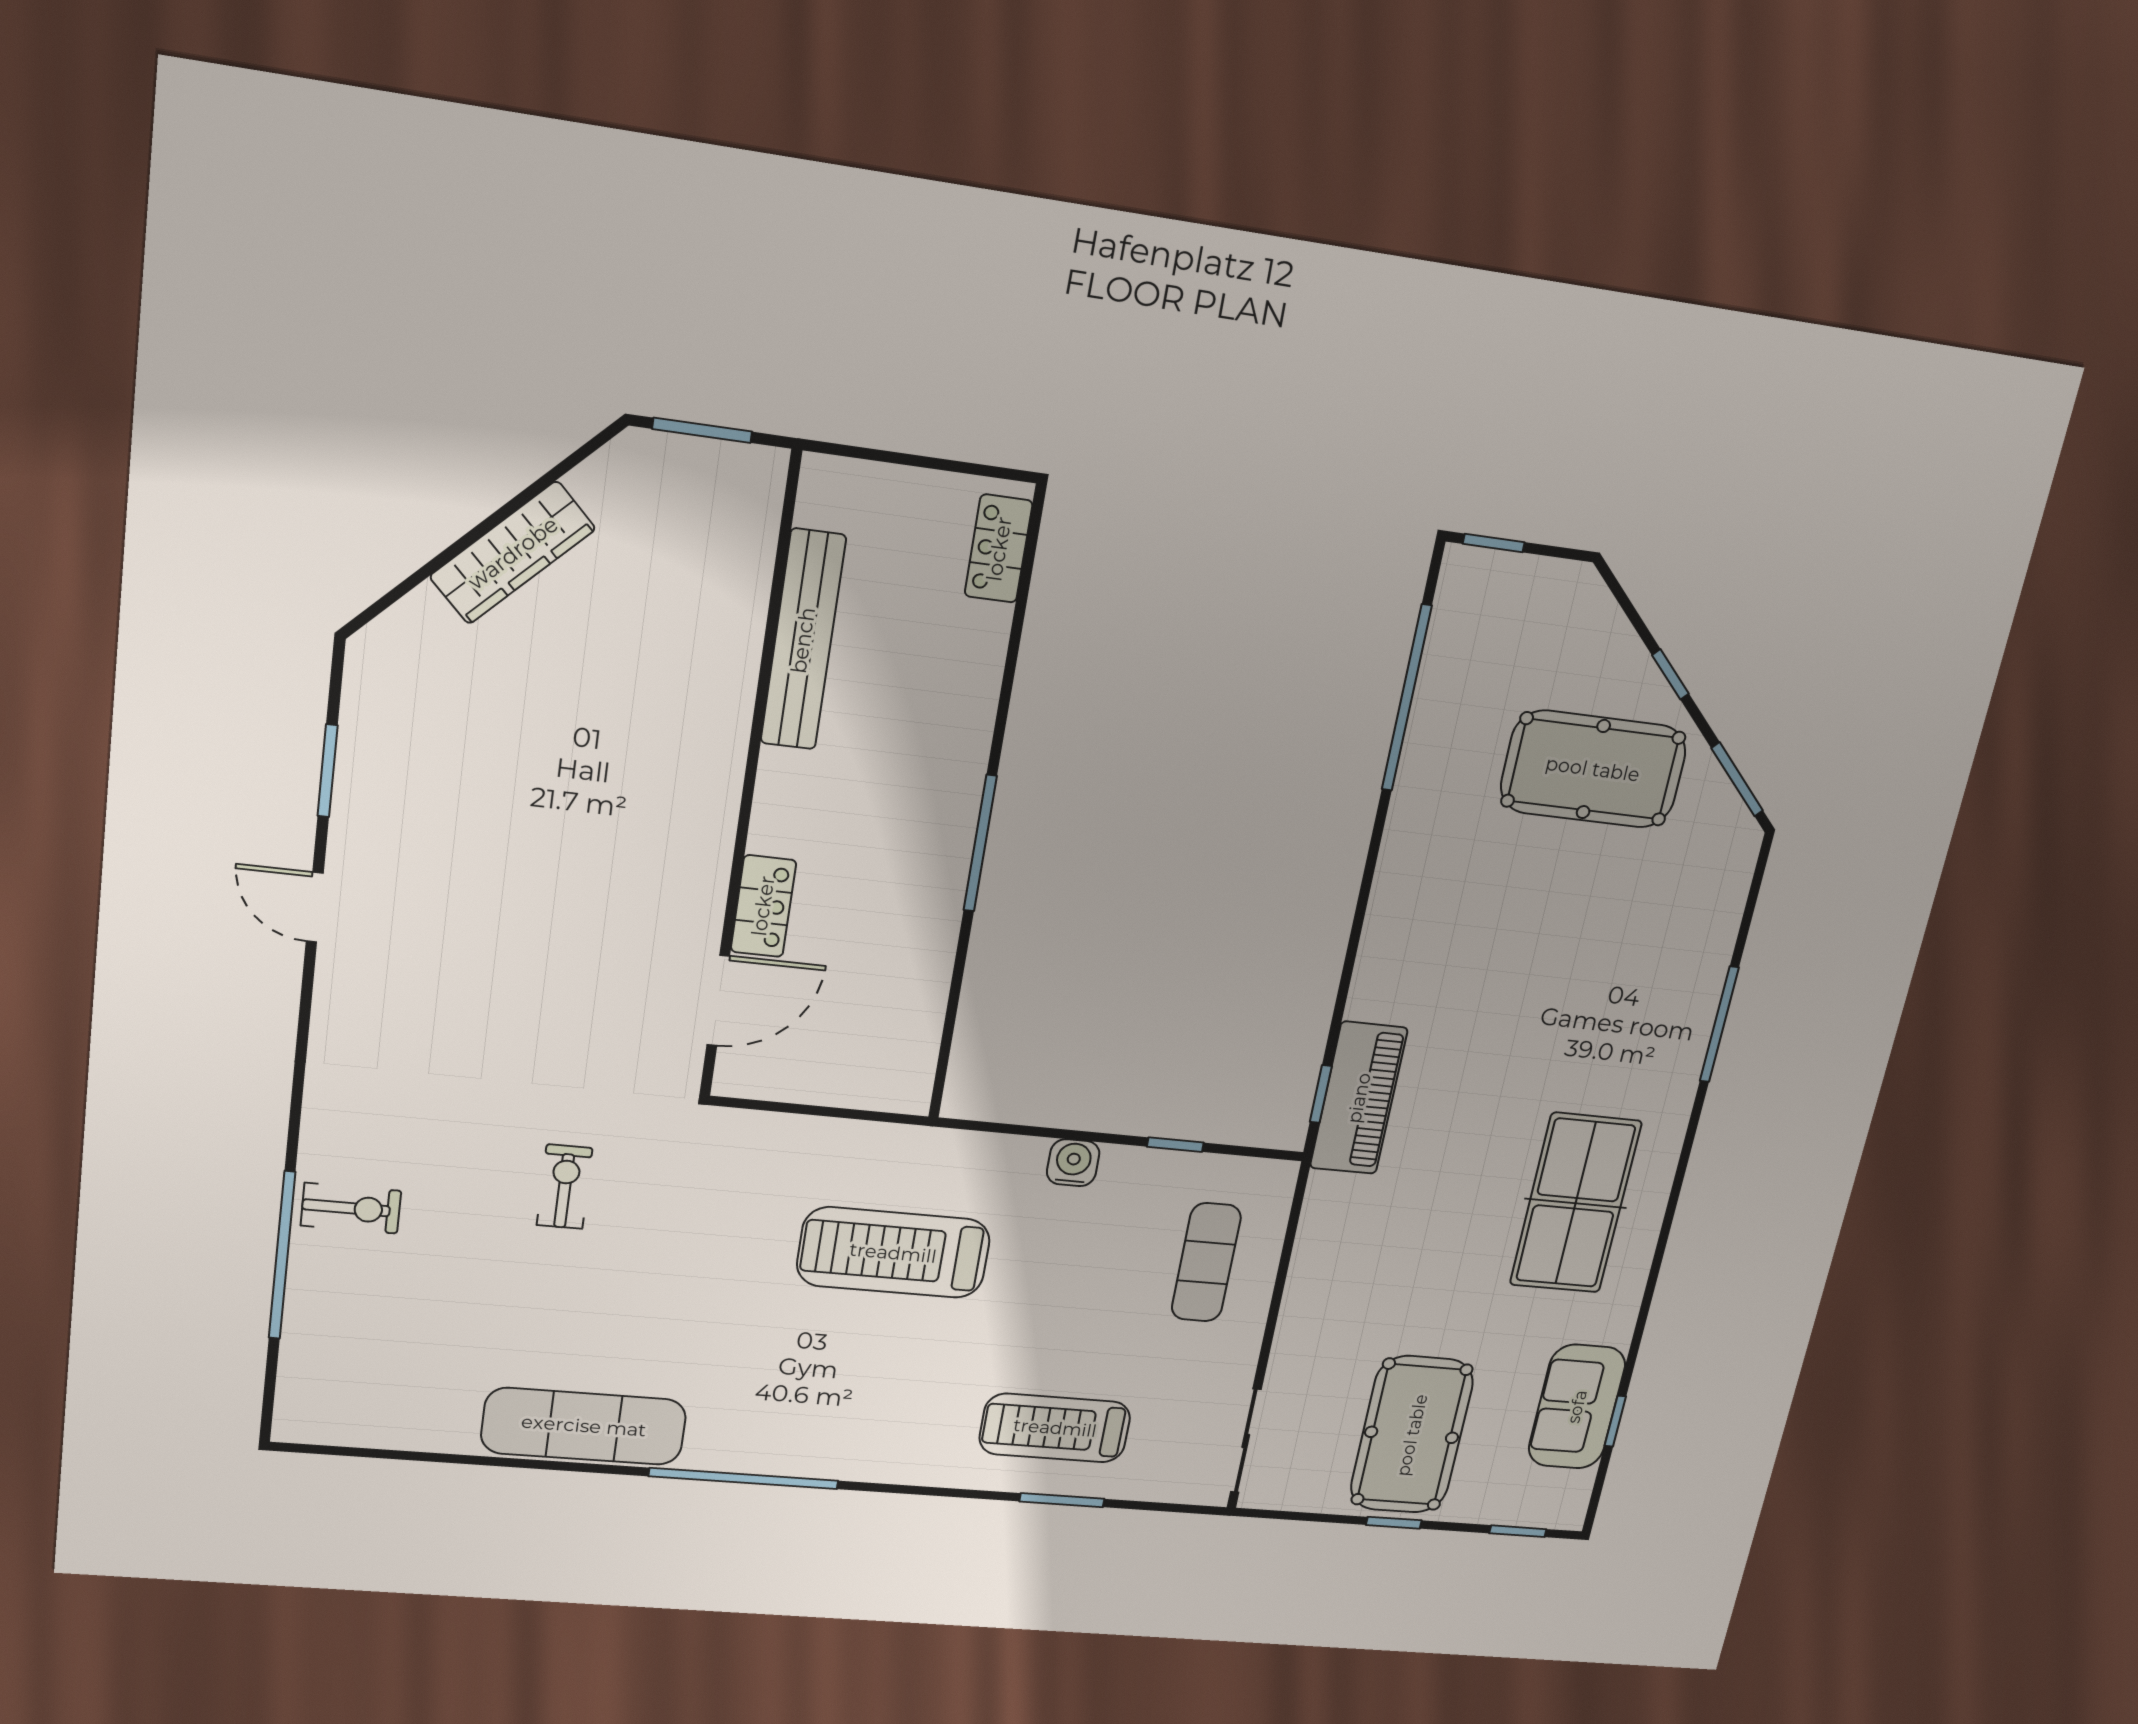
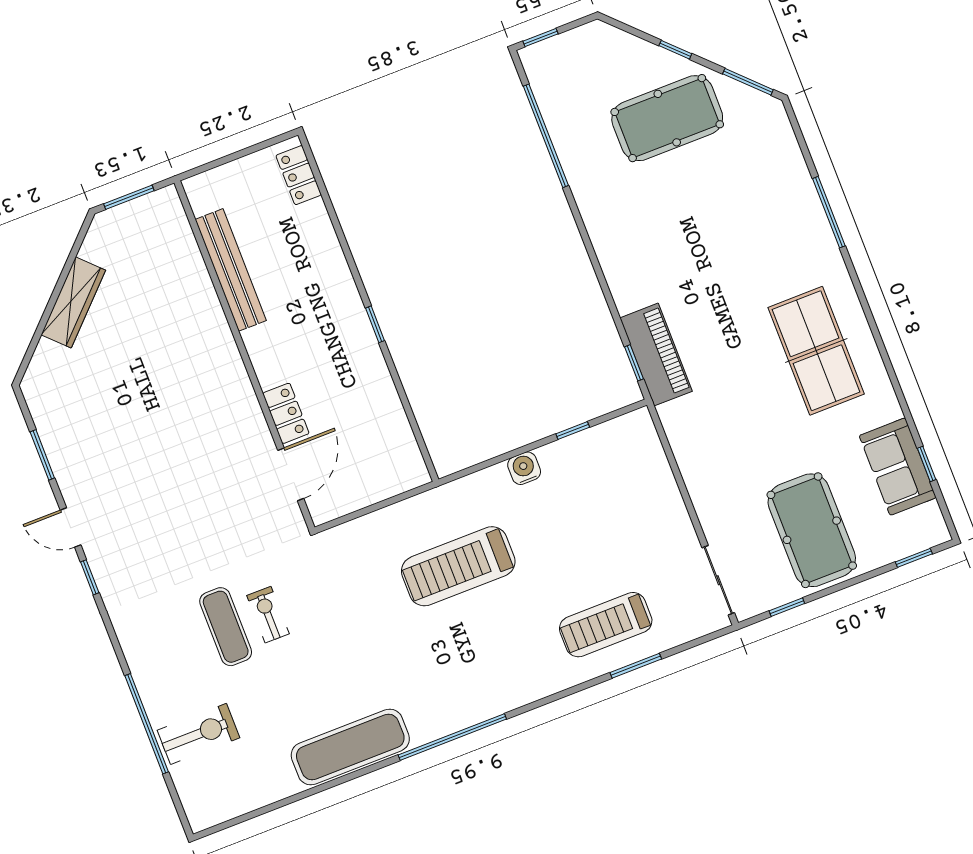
window: (980, 843) -> (375, 324), width x0.46
window: (306, 998) -> (90, 577), added
exercise bike: (351, 1208) -> (198, 734), moved, width x1.38, depth x1.39
exercise mat: (1206, 1262) -> (226, 627), moved
window: (1394, 1523) -> (787, 607), moved

